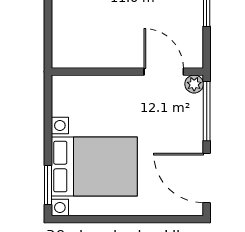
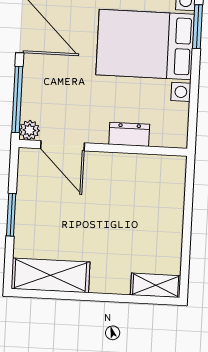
dresser: (104, 85) -> (129, 134), added

